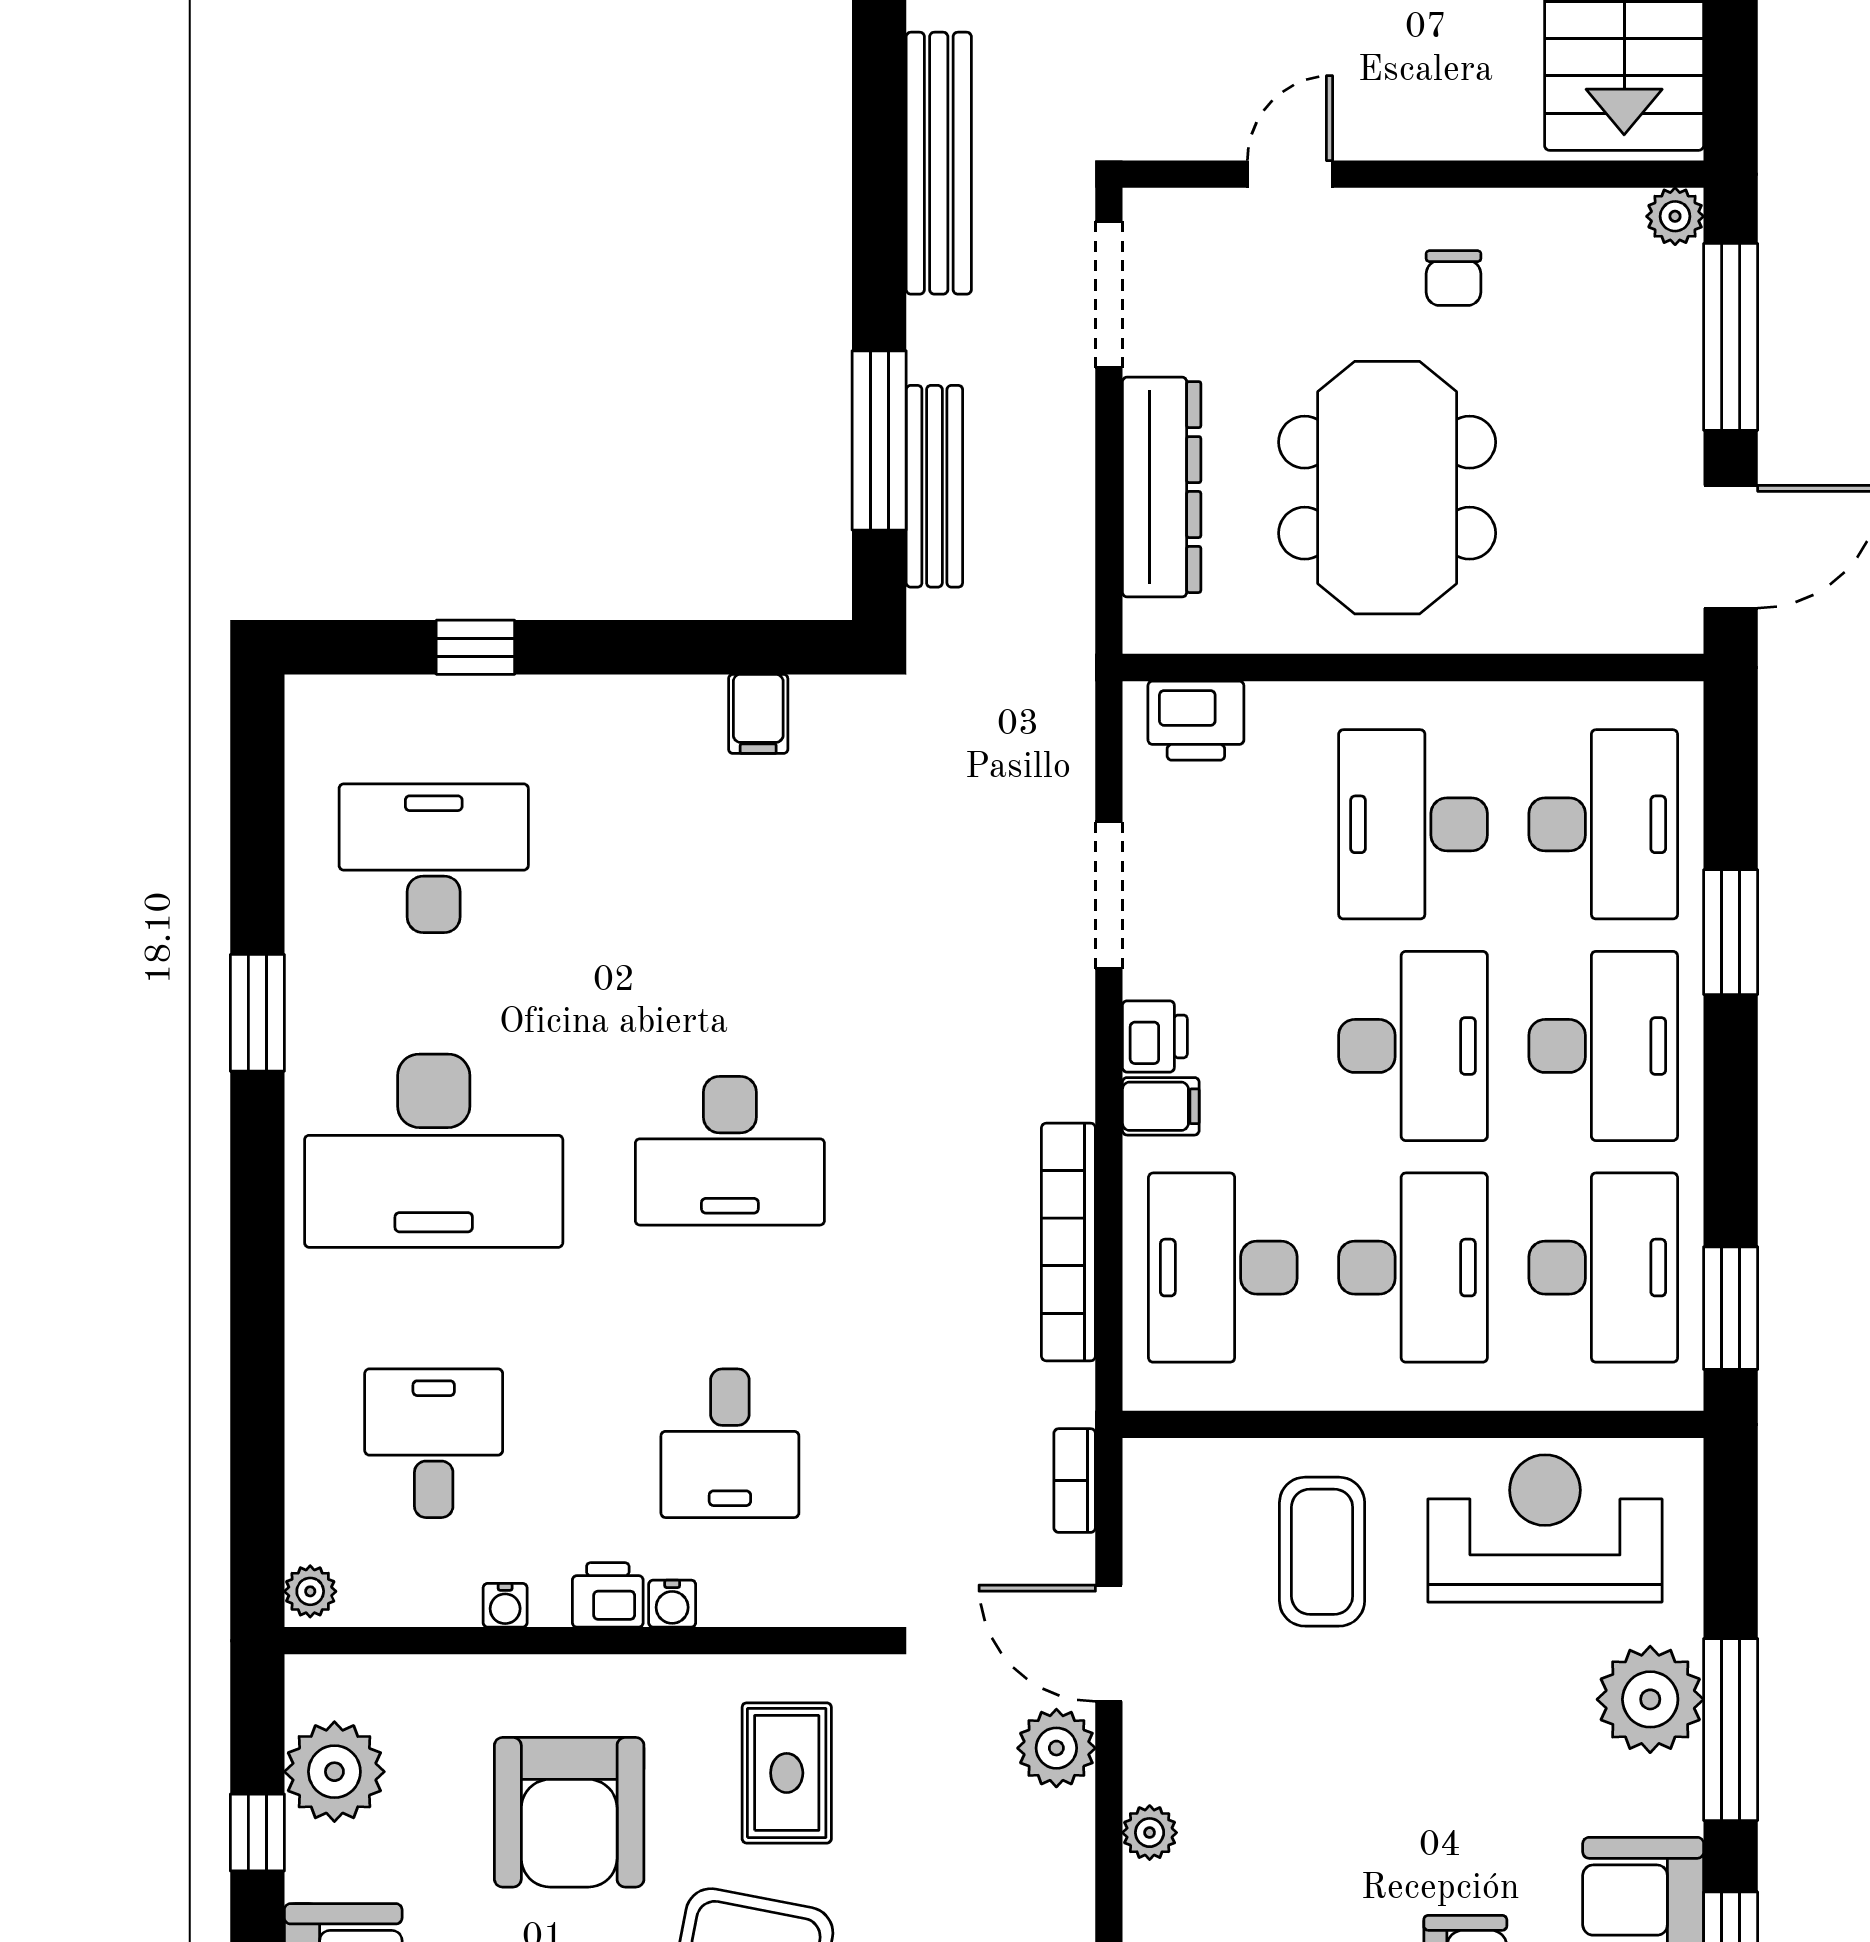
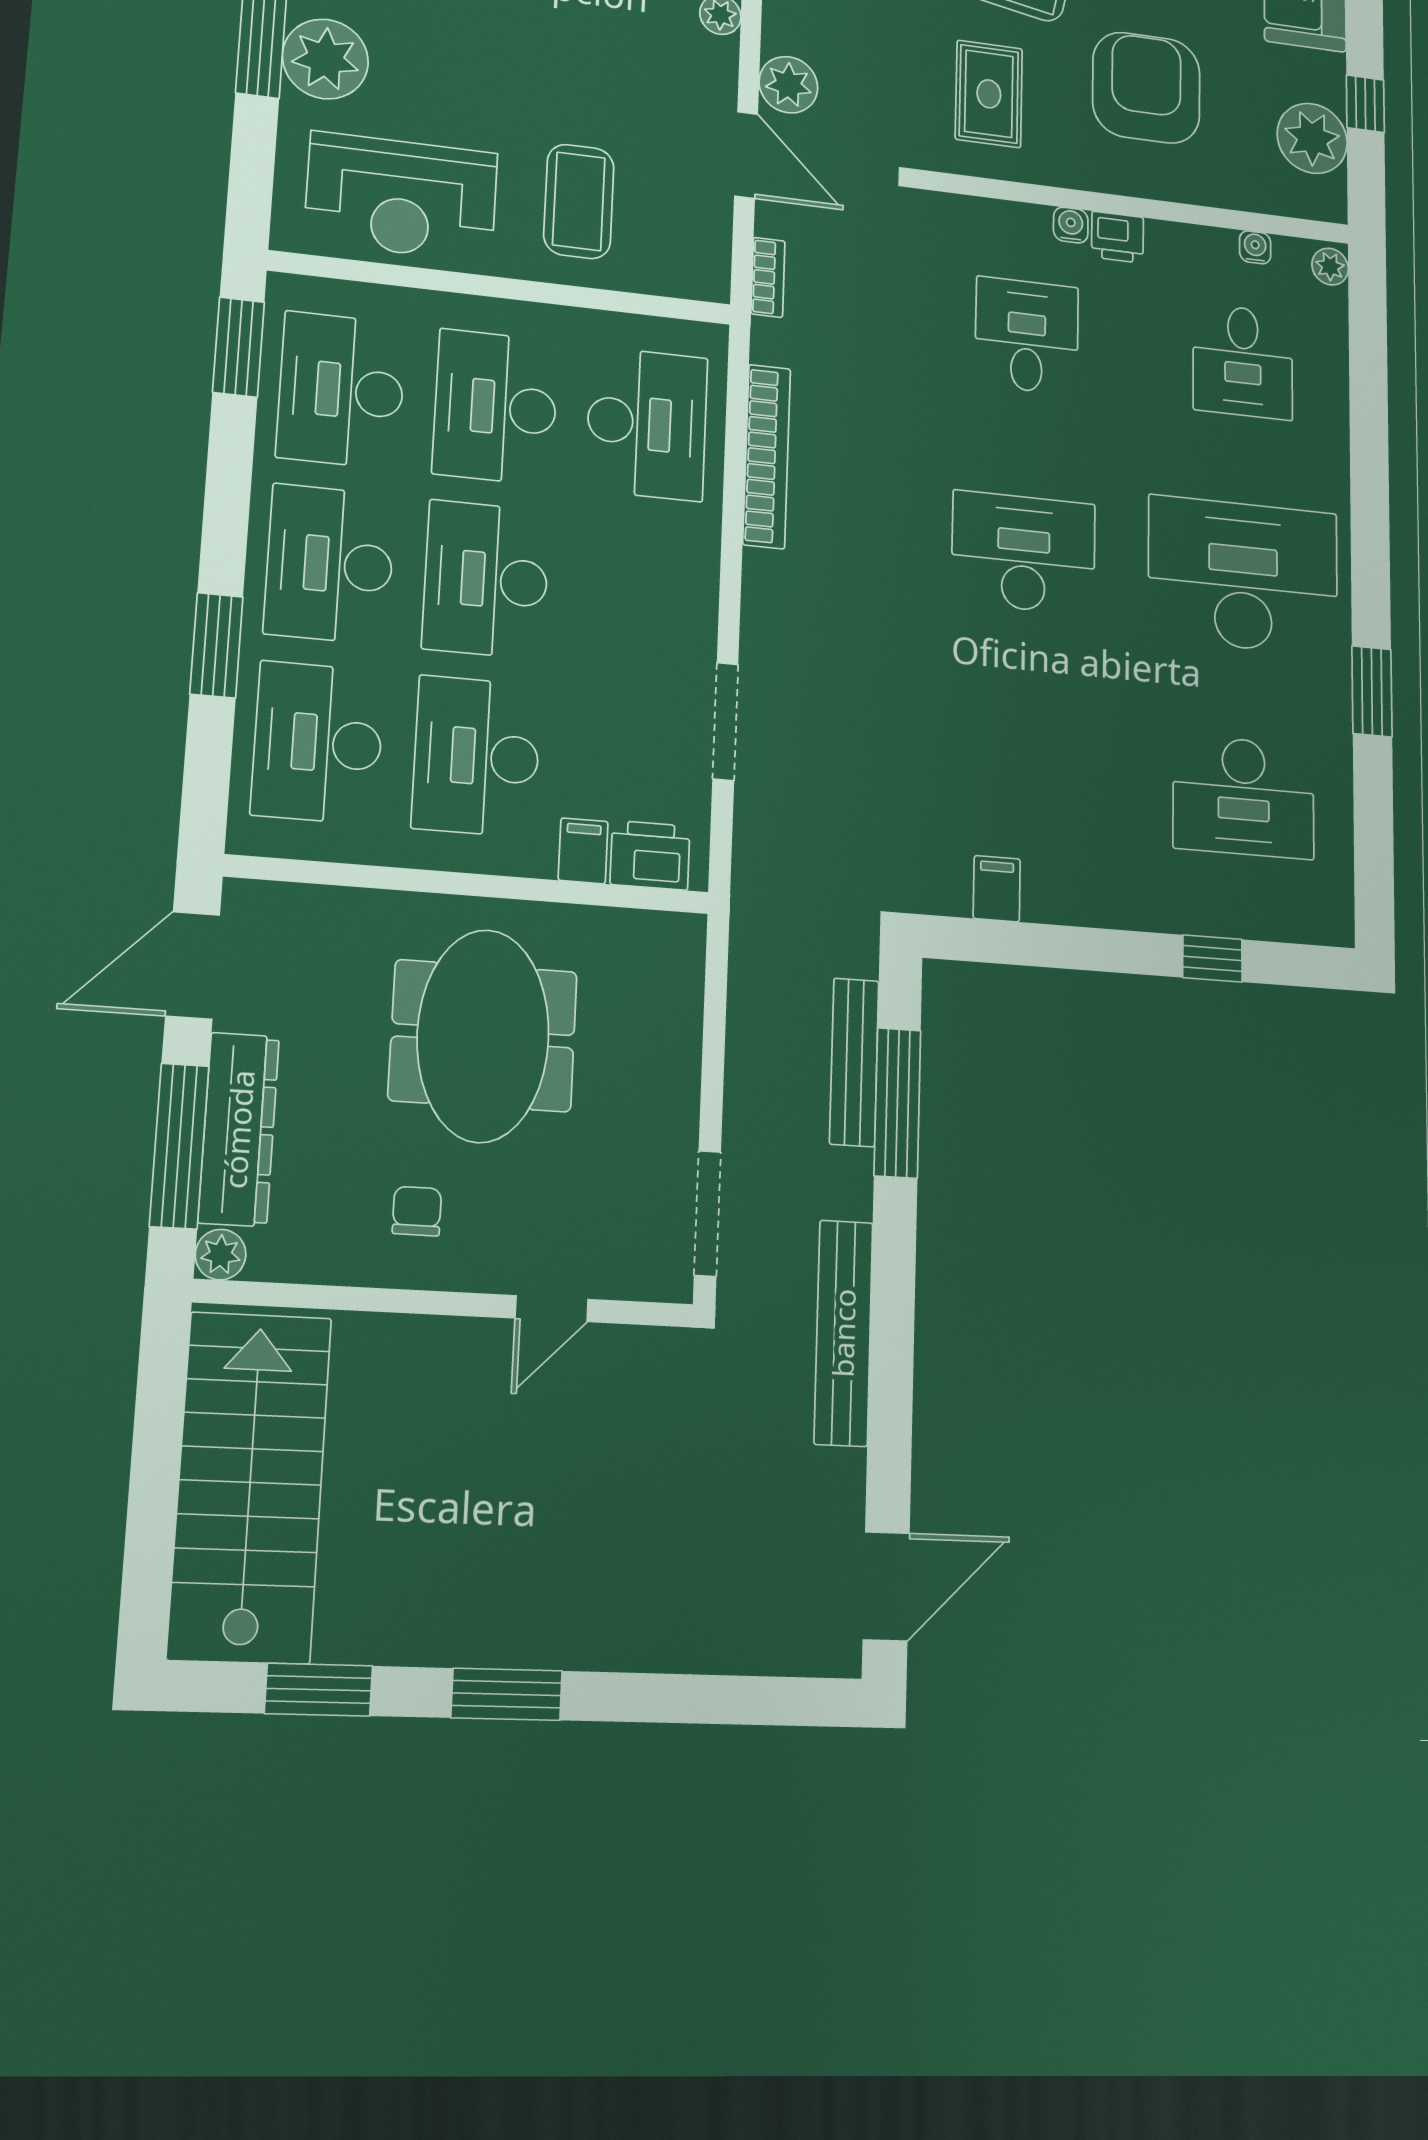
dresser: (1162, 487) -> (239, 1129), moved, turned 180
desk: (1413, 824) -> (477, 756), turned 180
printer: (1155, 1036) -> (693, 607), removed
filing cabinet: (1161, 1106) -> (583, 851), moved, turned 90
water cooler: (505, 1605) -> (1255, 247), moved

